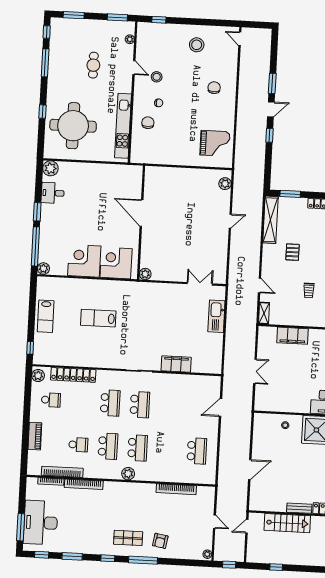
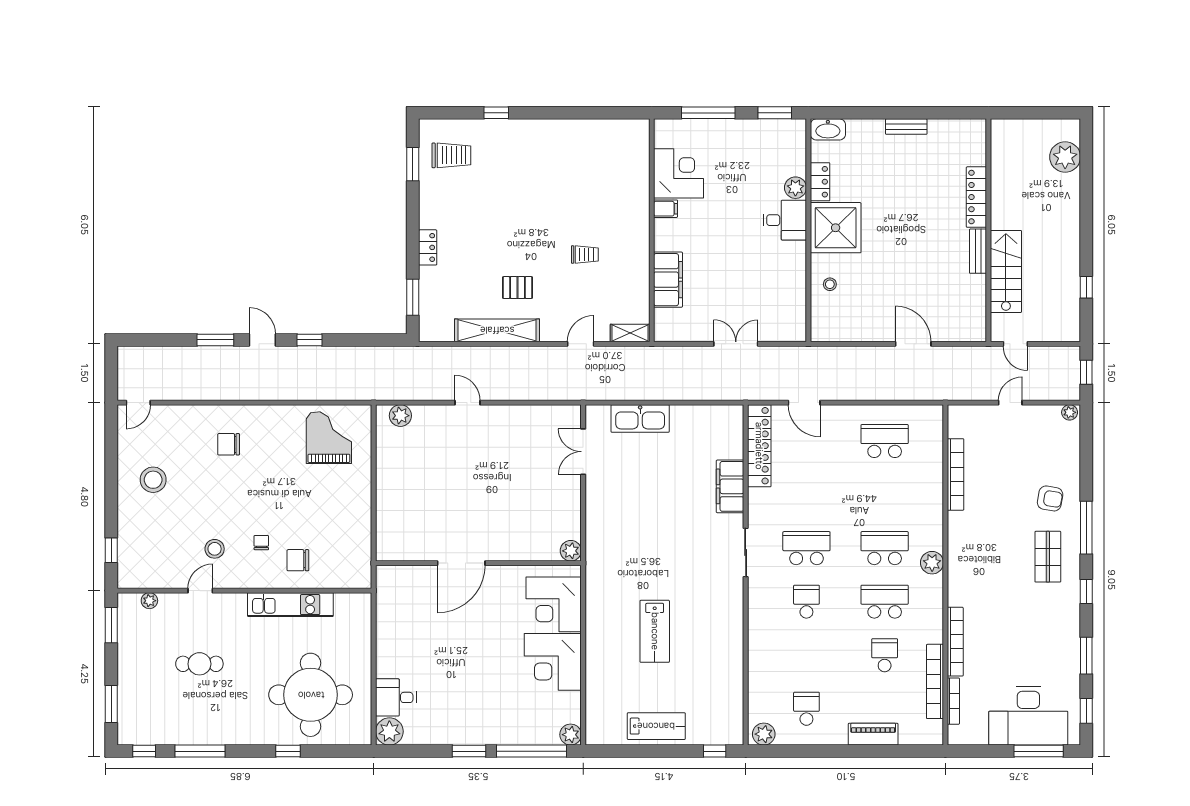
kitchen unit: (123, 126) -> (290, 605), width x0.73
desk: (53, 193) -> (396, 697), moved, turned 90
shelving: (270, 220) -> (497, 330), moved
locker: (73, 375) -> (759, 446), moved
school desk: (110, 403) -> (806, 602), width x0.54

